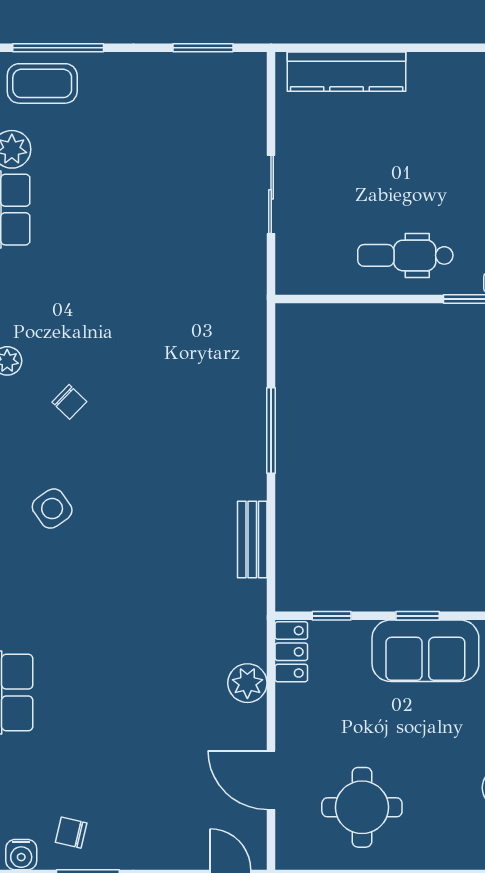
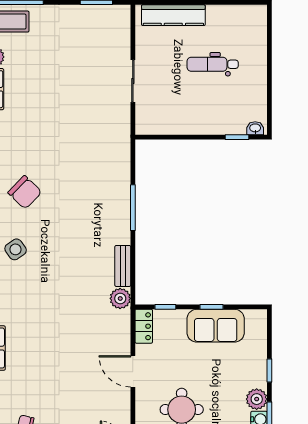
dental chair: (405, 255) -> (213, 64), moved
chair: (69, 402) -> (25, 192), width x1.87, depth x1.87
plant: (247, 683) -> (120, 298), moved
door: (271, 780) -> (133, 371), moved

